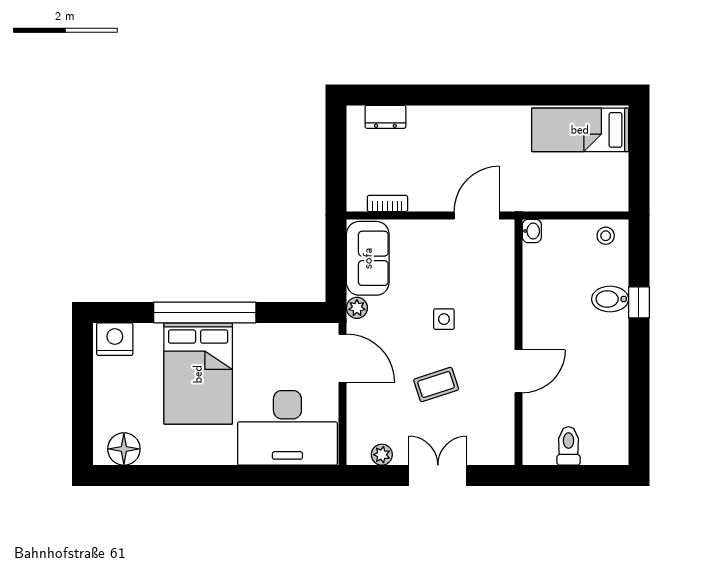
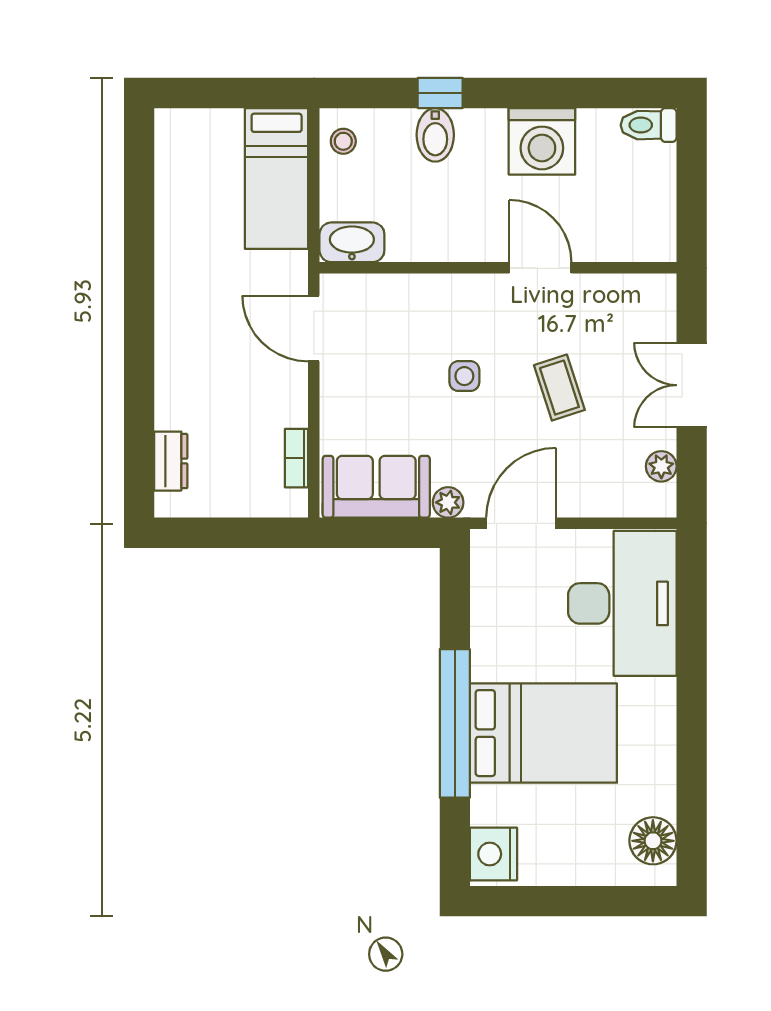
bed: (580, 130) -> (277, 178), moved
washbasin: (532, 231) -> (352, 242), width x1.91, depth x1.45
washing machine: (606, 372) -> (542, 141), added
toilet: (569, 446) -> (649, 125), moved

